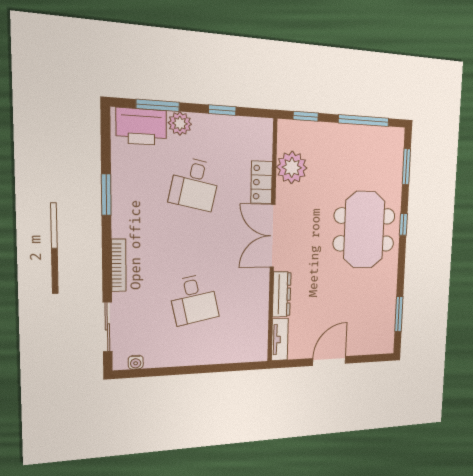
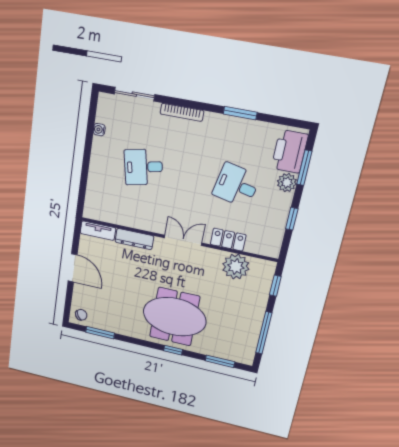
double door: (273, 236) -> (183, 240), width x0.73
chair: (382, 340) -> (81, 315), added
water cooler: (136, 362) -> (99, 130), moved

